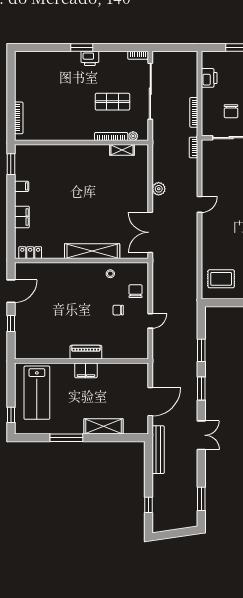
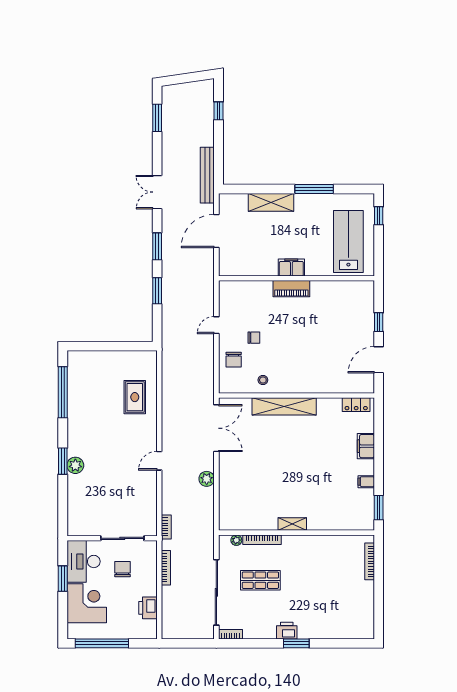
shelving: (122, 150) -> (292, 524), moved
rug: (221, 279) -> (135, 397), moved, turned 90

